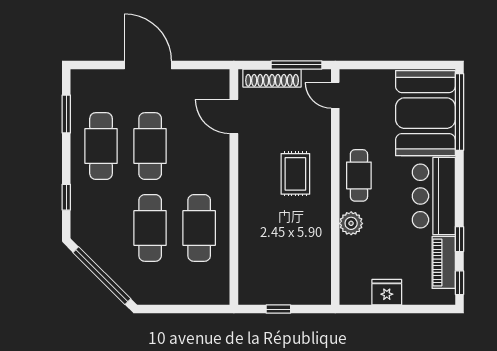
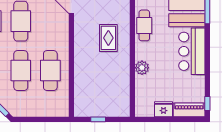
cafe table: (359, 175) -> (144, 25), moved
window: (459, 239) -> (207, 77), removed
piano: (444, 262) -> (189, 110), moved, turned 90

